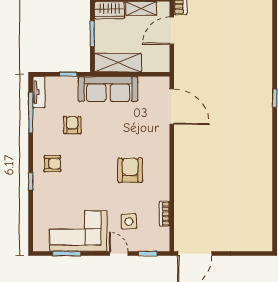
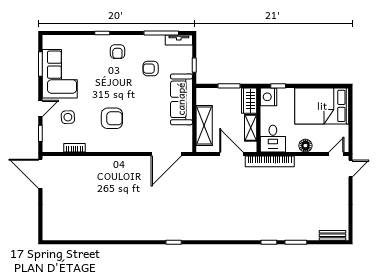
shelving: (118, 63) -> (204, 126), moved
armchair: (72, 125) -> (151, 69), turned 180

